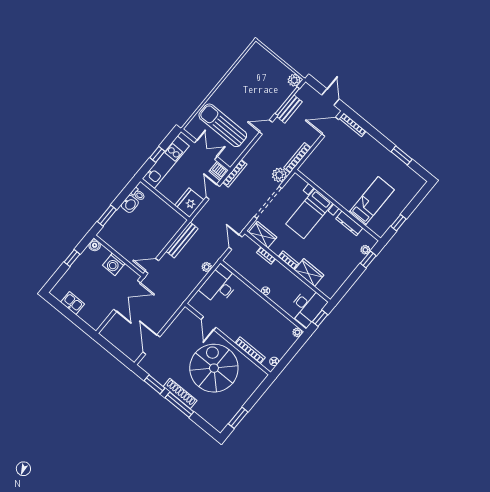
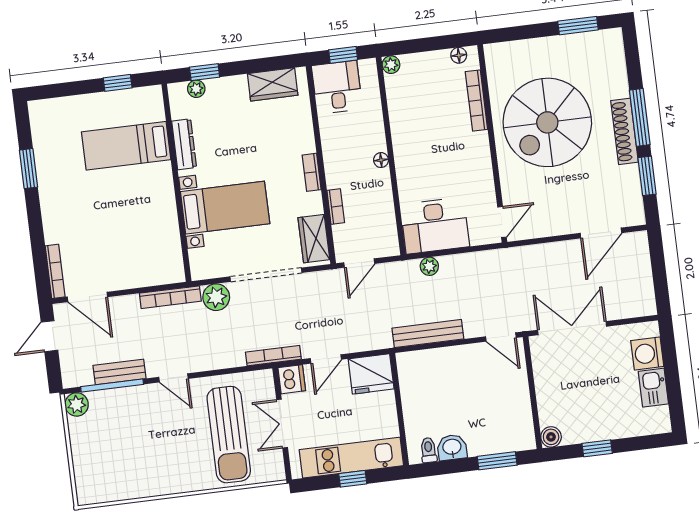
washing machine: (114, 264) -> (647, 353), moved, turned 180
wardrobe: (309, 273) -> (273, 84), moved, turned -90
desk: (307, 307) -> (337, 87), width x0.73
door: (209, 323) -> (502, 222), moved

